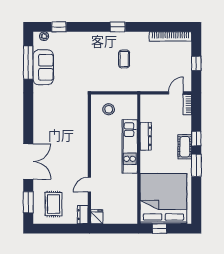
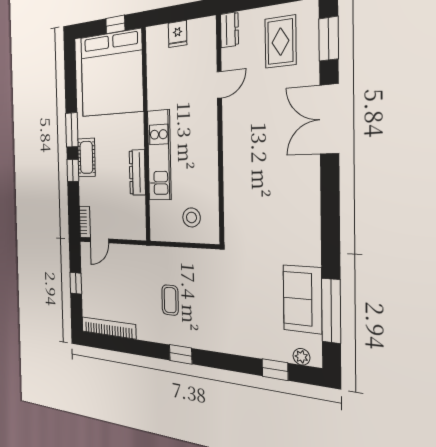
fridge: (97, 217) -> (178, 34), moved

